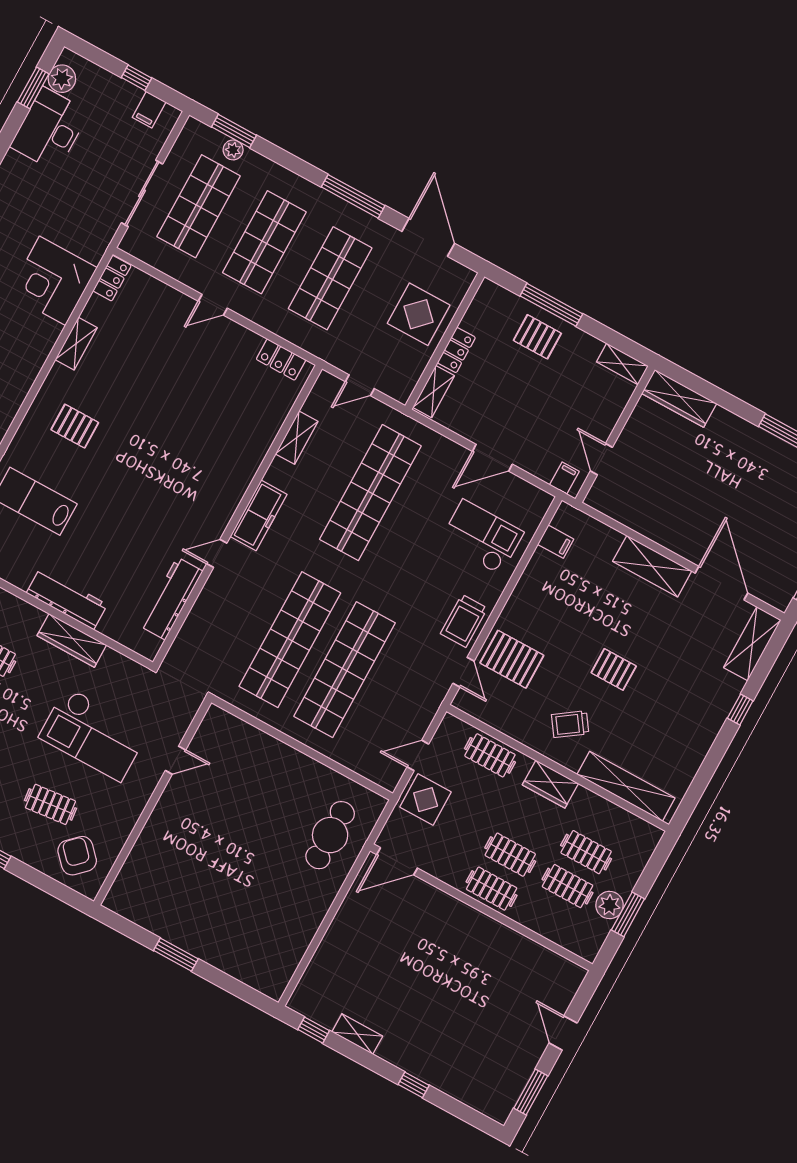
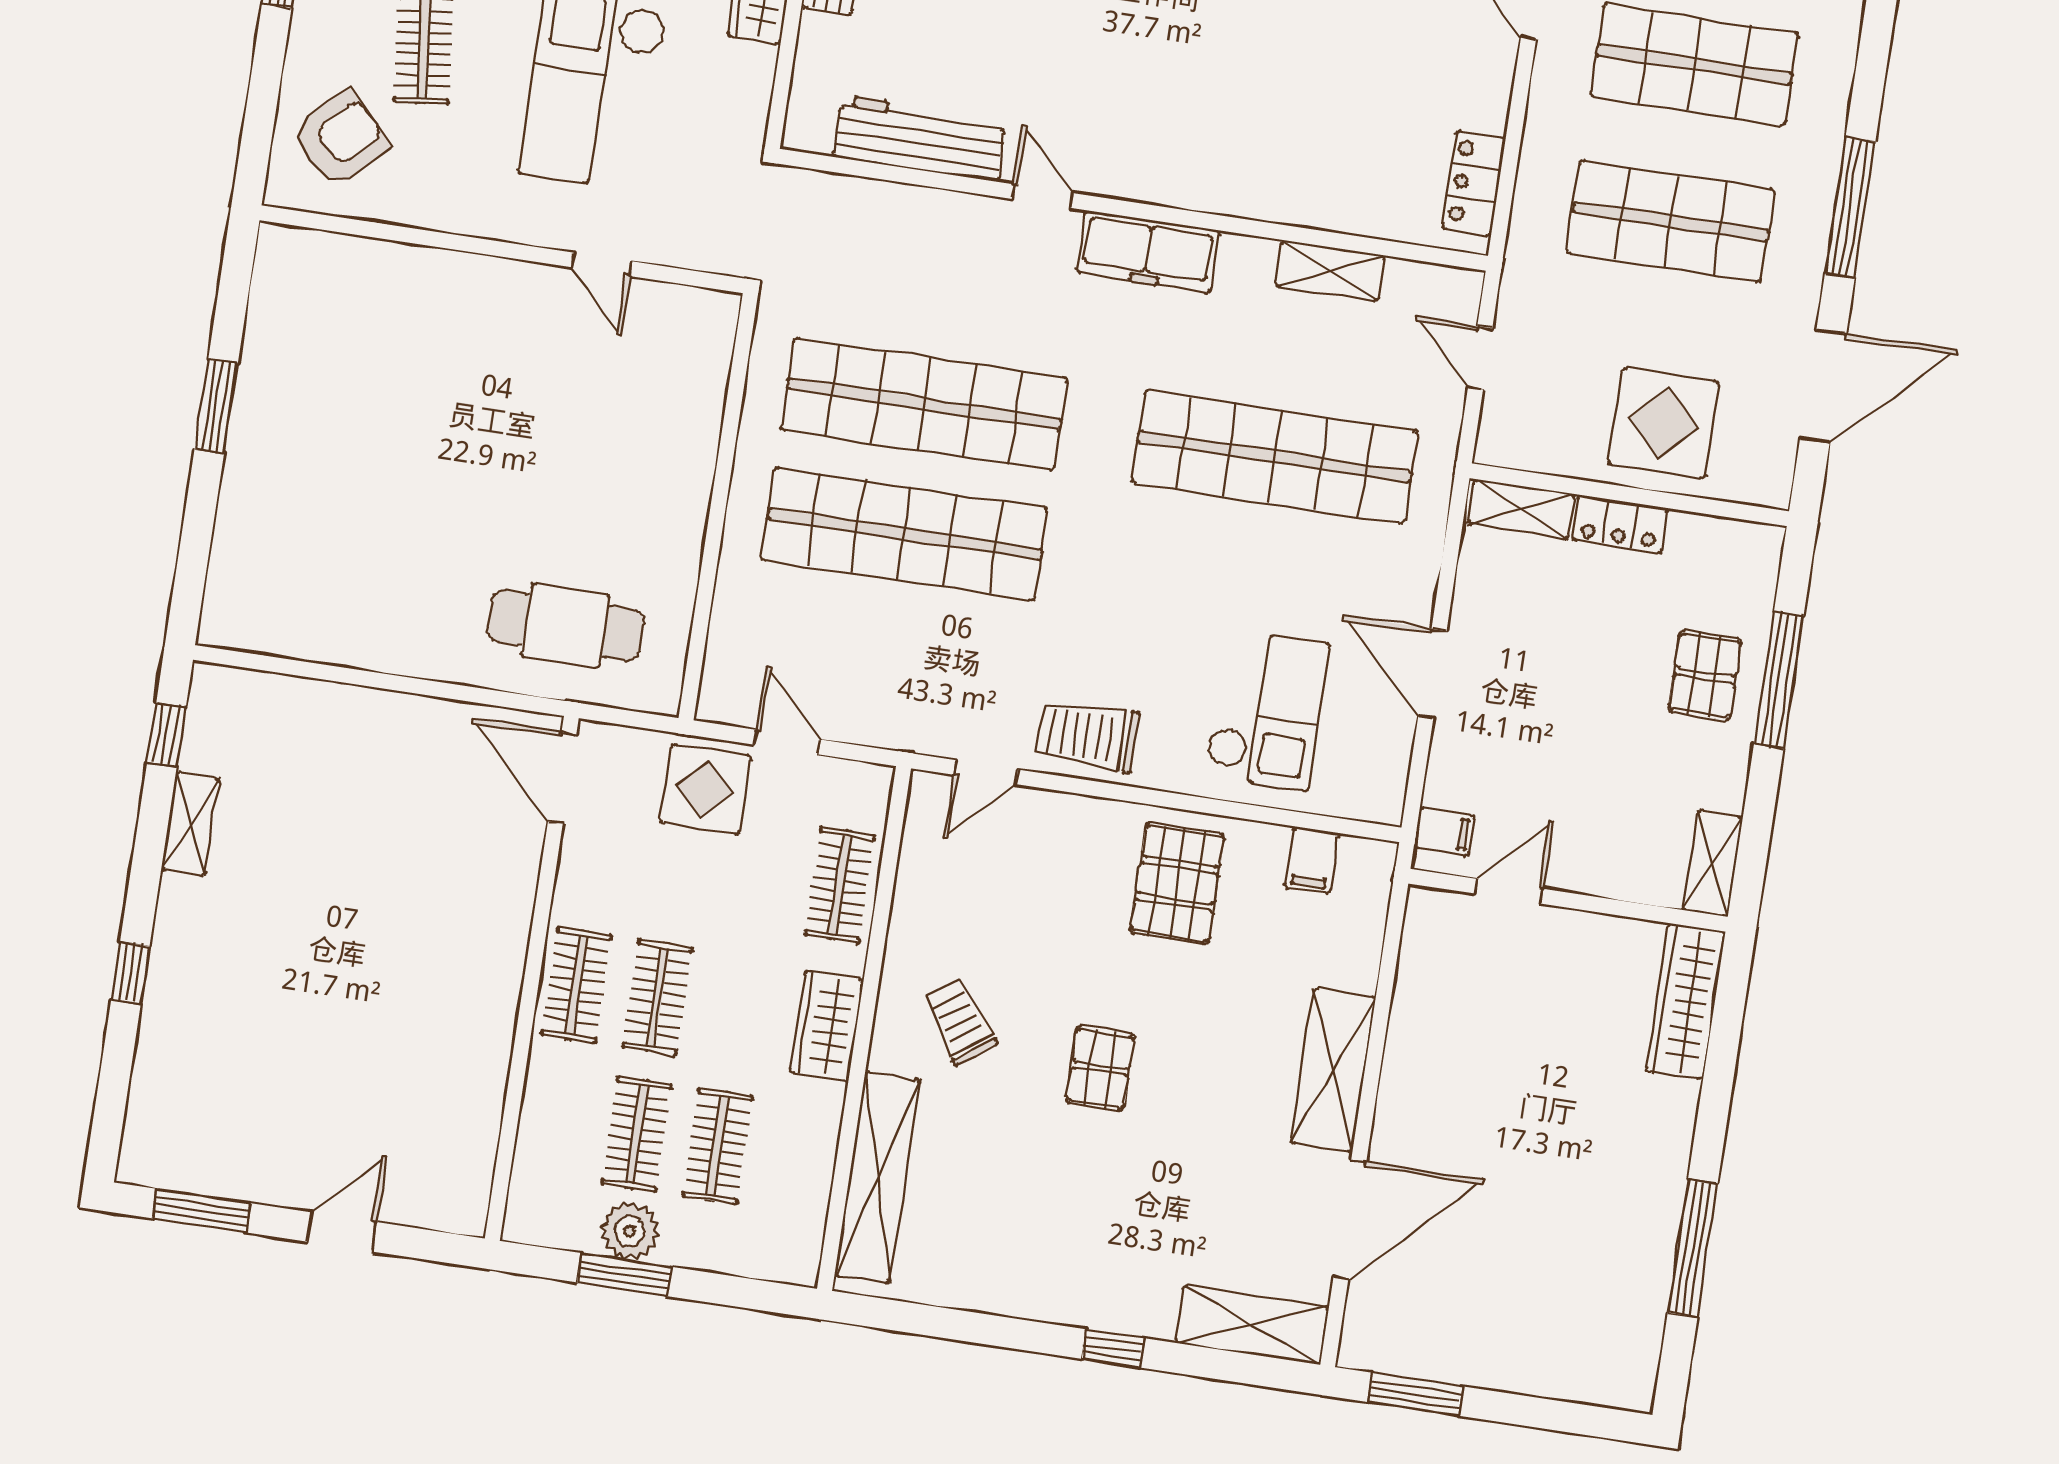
pallet: (512, 659) -> (1177, 883), moved

